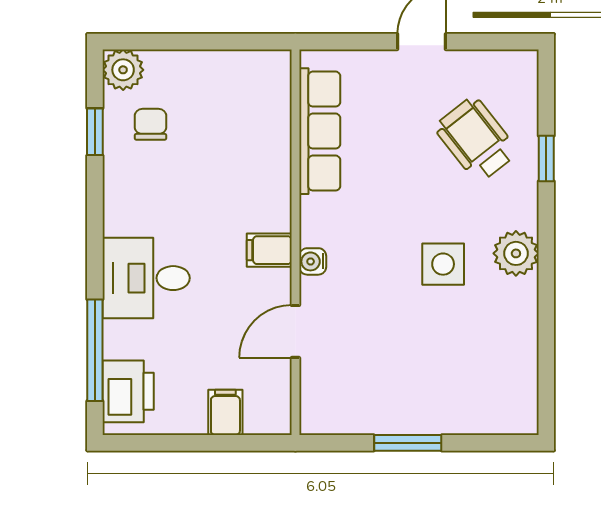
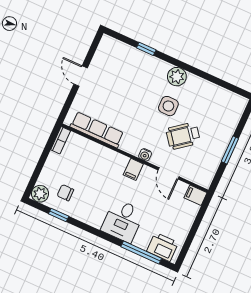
bookcase: (261, 62) -> (61, 140), added
wheelchair: (476, 139) -> (183, 136), moved
filing cabinet: (225, 412) -> (196, 195), moved

